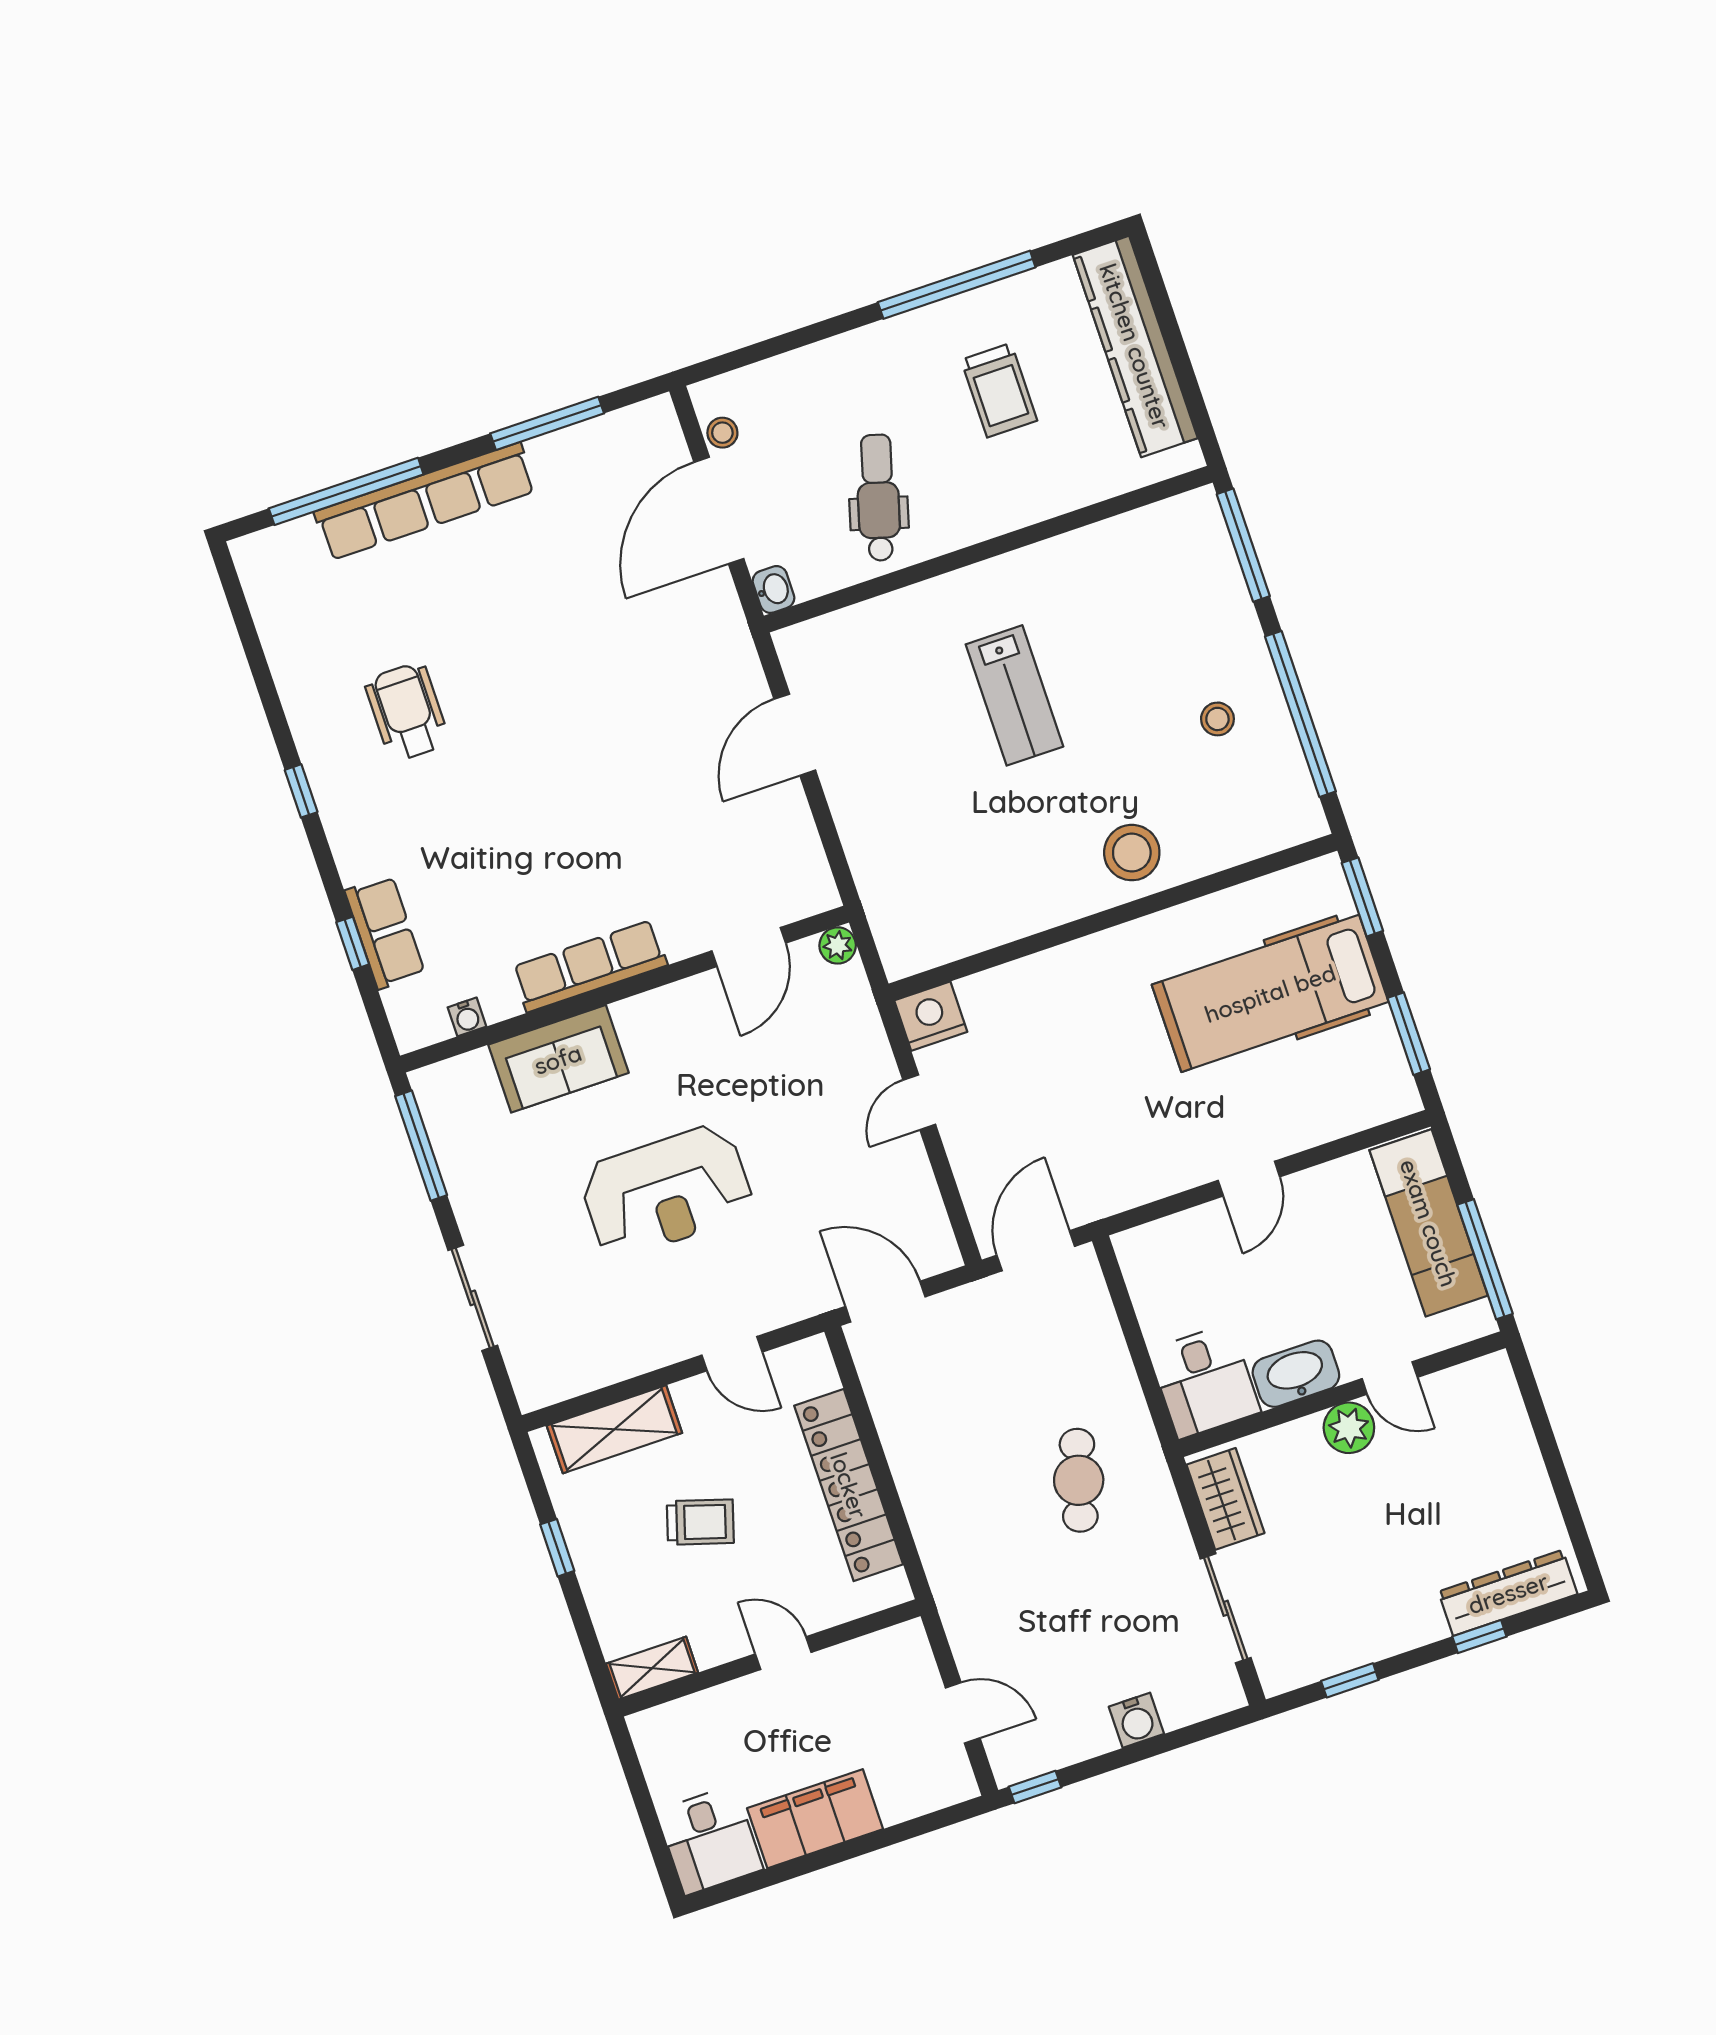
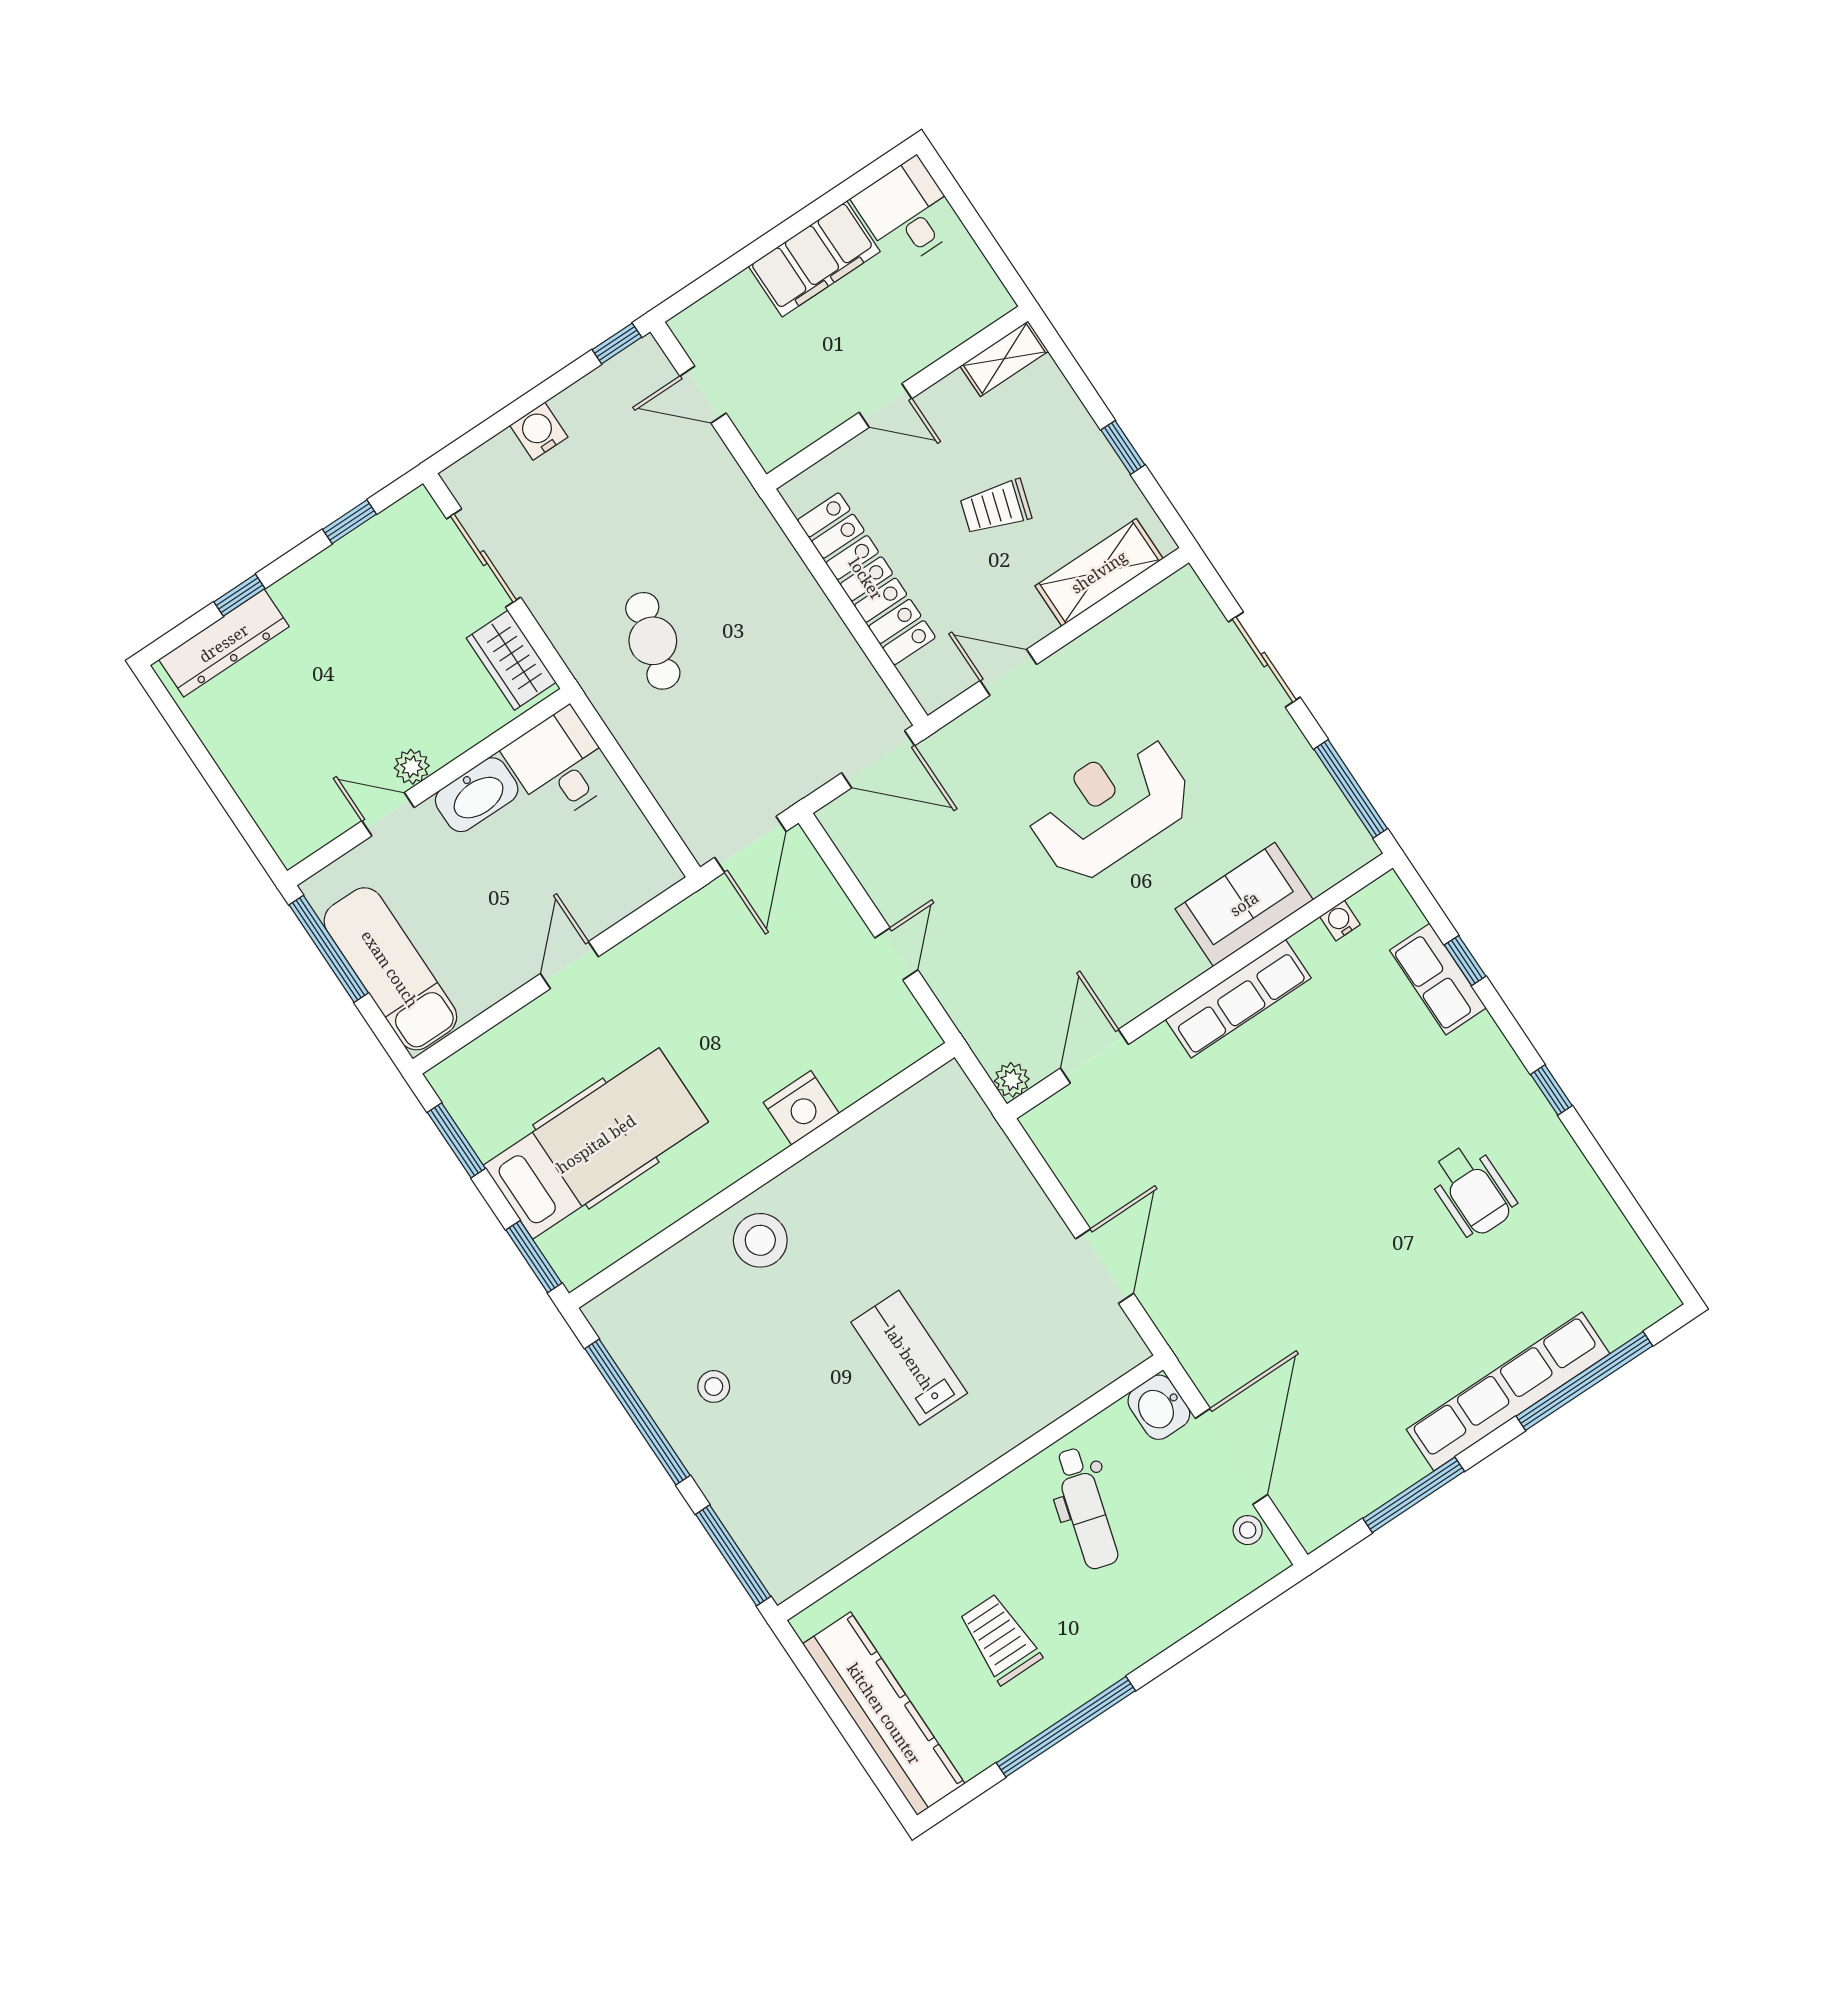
washbasin: (773, 589) -> (1159, 1407), width x1.38, depth x1.45
nightstand: (931, 1016) -> (801, 1108), moved
plant: (1349, 1428) -> (412, 767), width x0.73, depth x0.73

